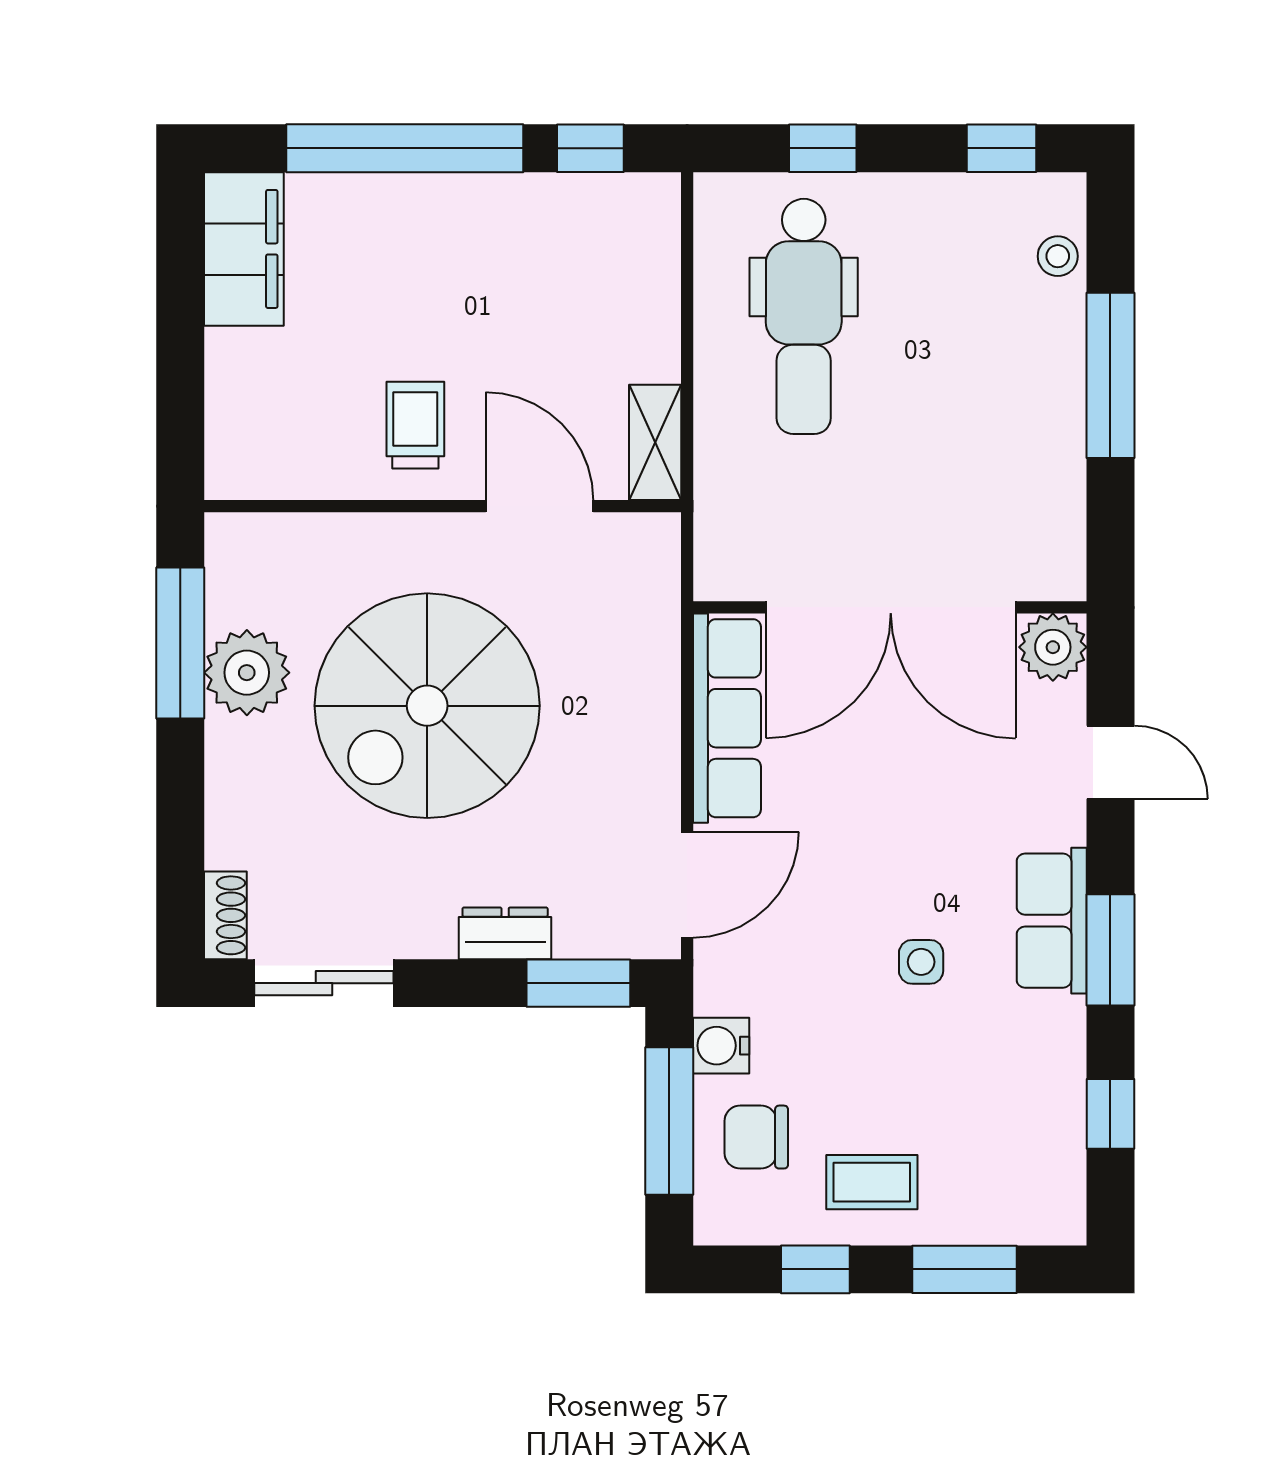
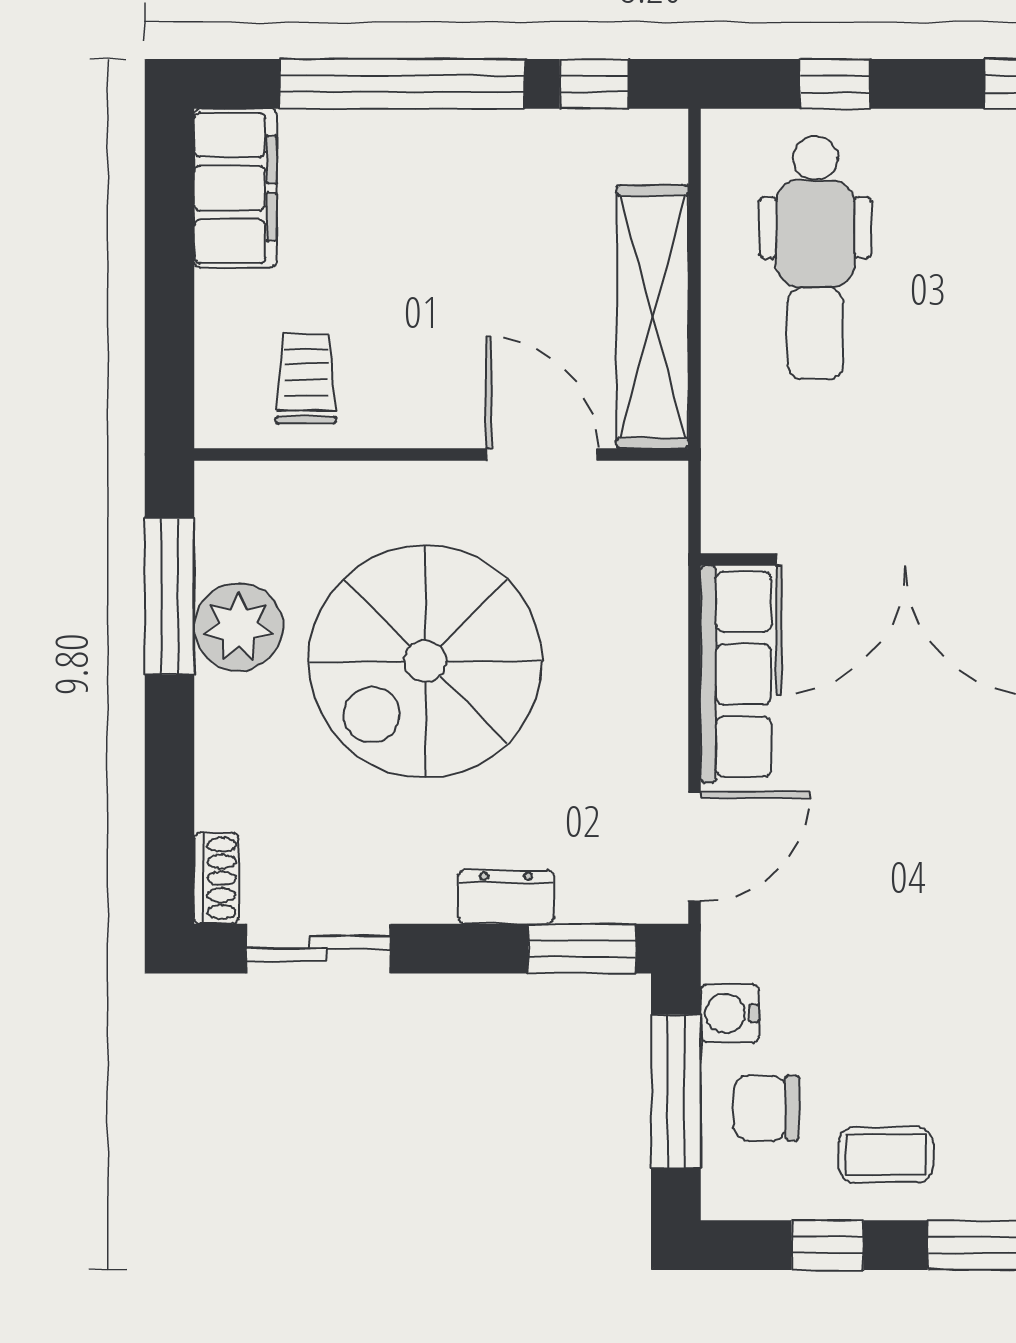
trolley: (415, 425) -> (306, 379), moved
shelving: (655, 442) -> (652, 317), width x2.20, depth x1.33
side table: (921, 962) -> (937, 927), removed

